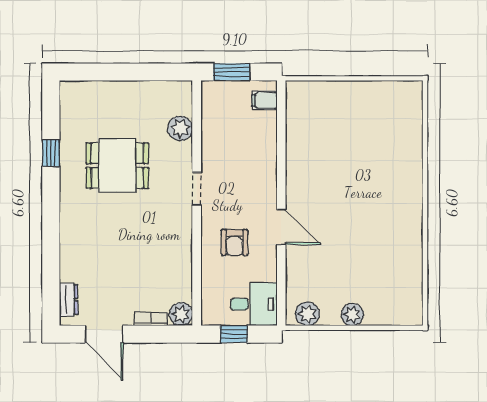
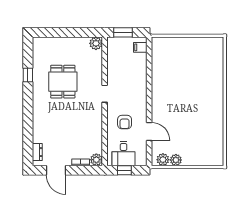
plant: (180, 128) -> (96, 43), moved
dining table: (117, 166) -> (63, 82), turned 90
door: (281, 227) -> (149, 132), moved
desk: (254, 304) -> (124, 154), moved, turned 90
plant: (352, 315) -> (176, 160), moved

